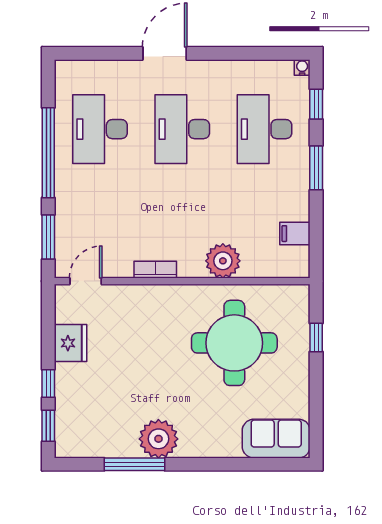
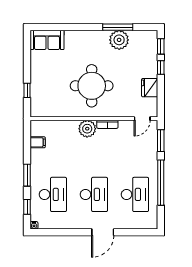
plant: (223, 261) -> (87, 129), moved
round table: (234, 343) -> (92, 86), moved
plant: (158, 439) -> (119, 40), moved

